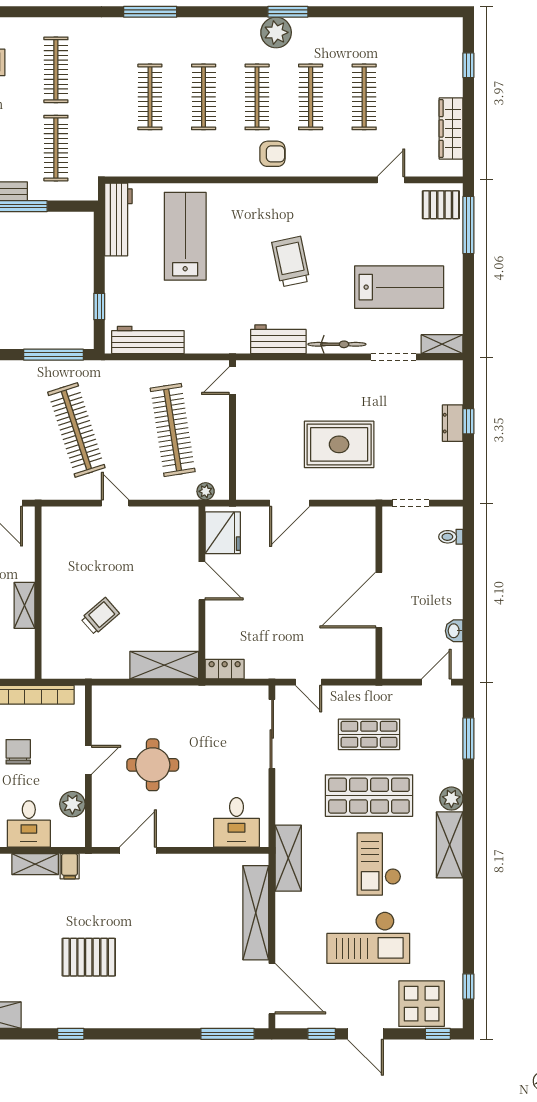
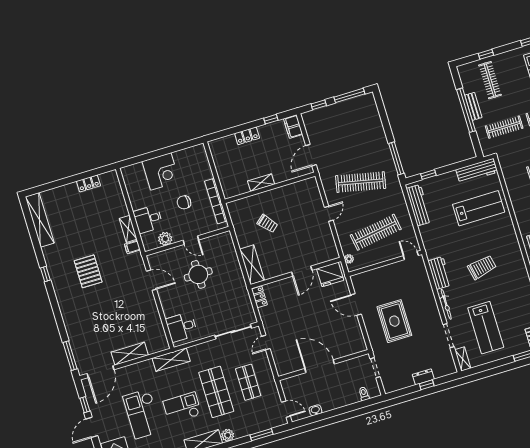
clothes rail: (76, 430) -> (361, 182), turned 30
chair: (18, 752) -> (184, 202), turned 180
shelving: (256, 913) -> (130, 354), width x0.68

